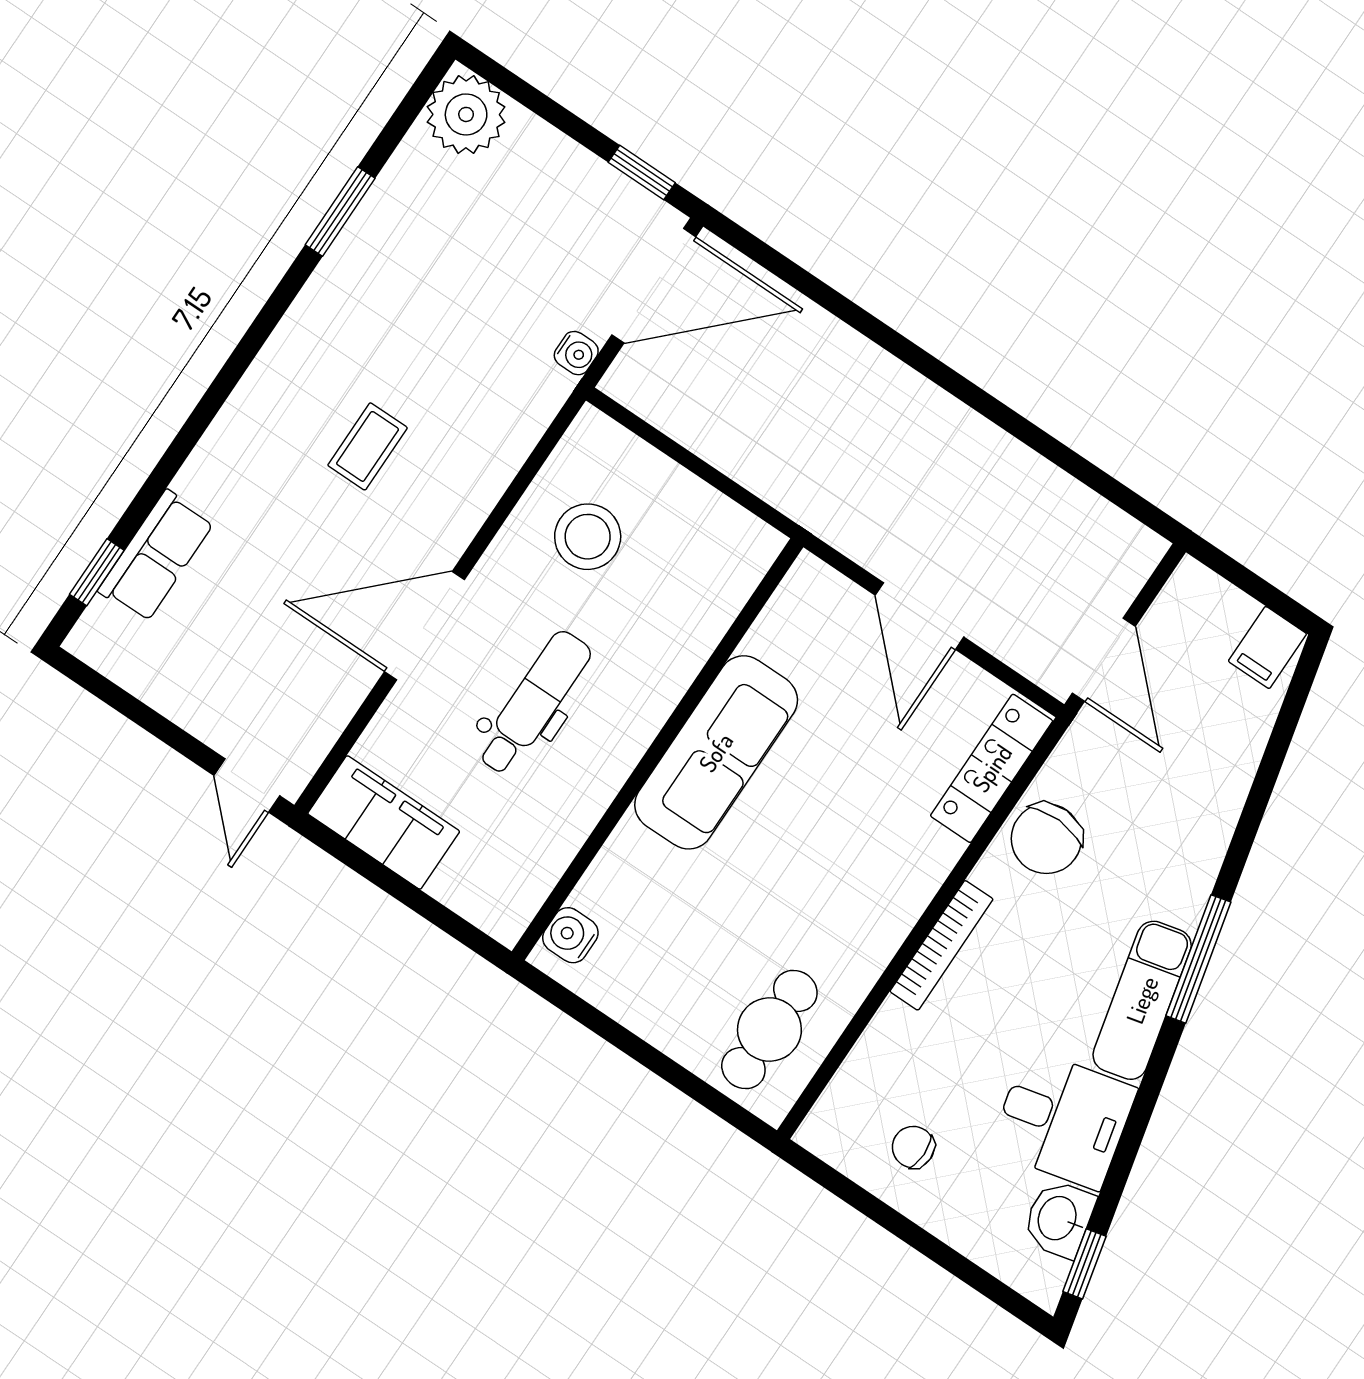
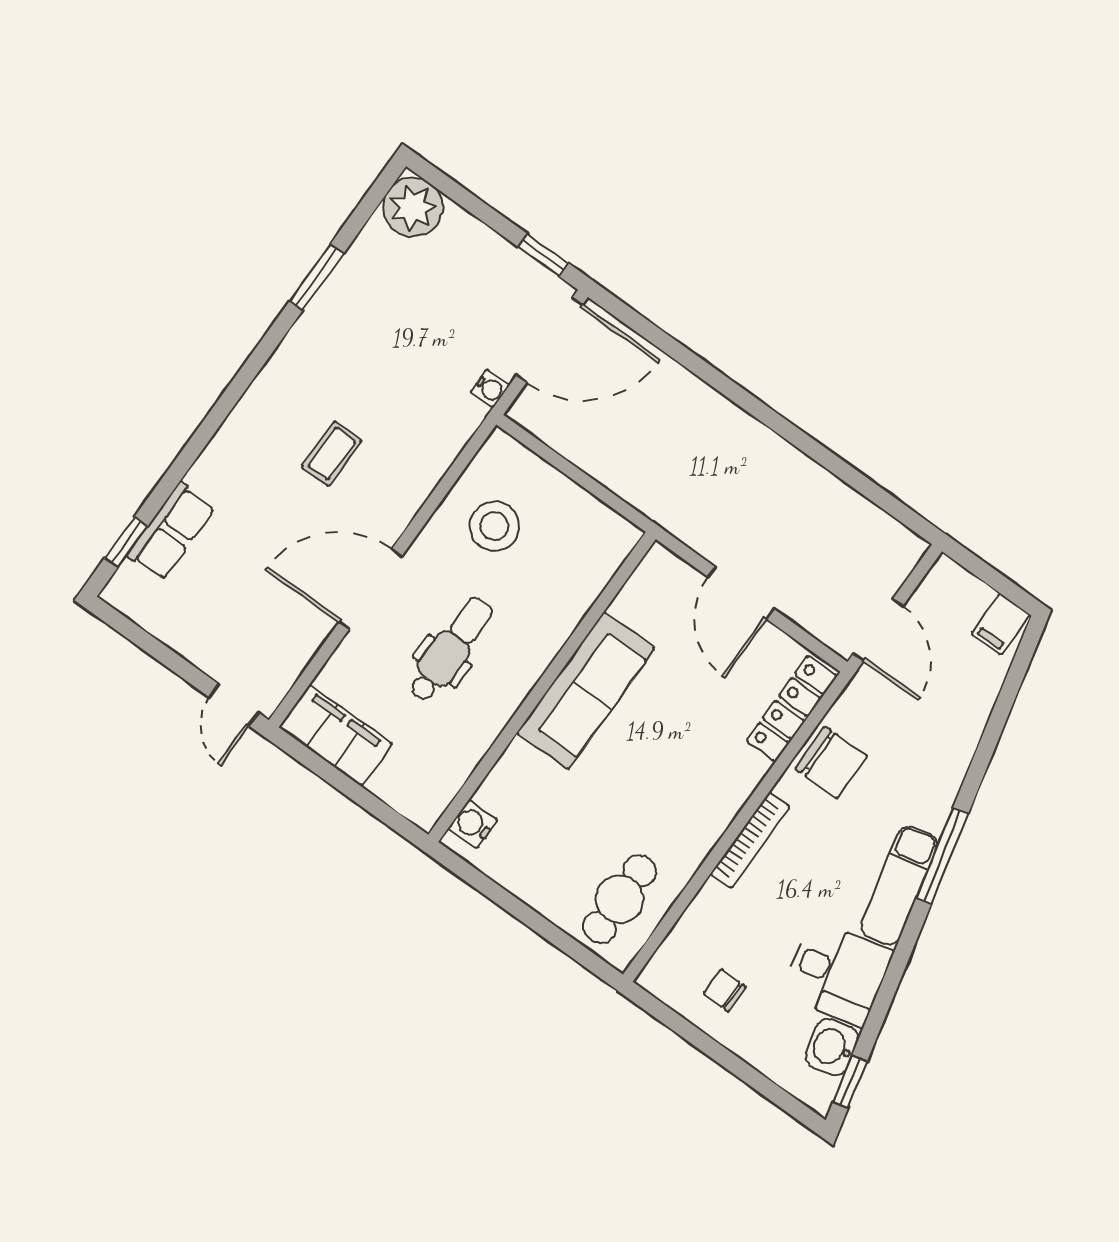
chair: (1046, 839) -> (831, 762), turned -92

